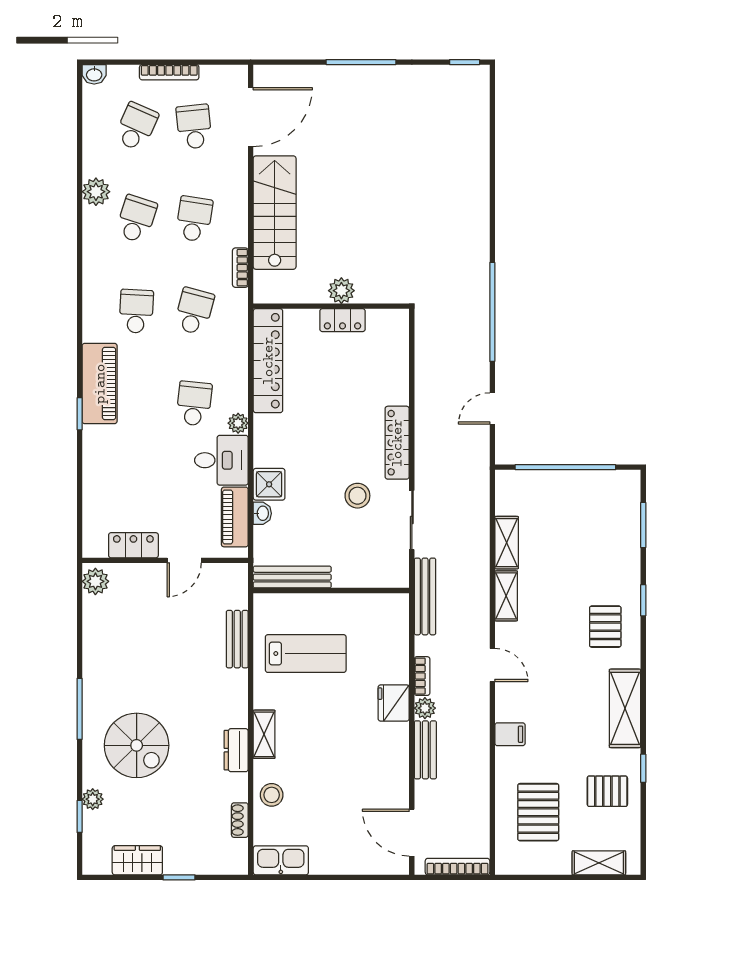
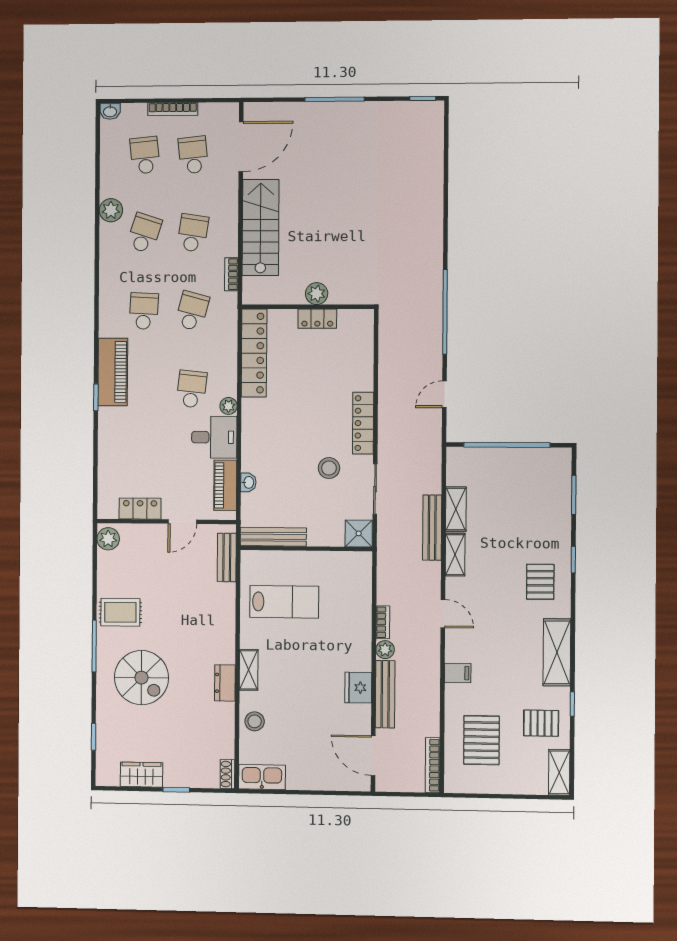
school desk: (136, 127) -> (145, 155), turned -30
shower: (269, 484) -> (359, 533), moved
bench: (425, 596) -> (432, 528), moved
bench: (237, 639) -> (227, 557), moved
rug: (111, 668) -> (120, 612), added
fridge: (394, 703) -> (358, 688), moved
bench: (425, 750) -> (385, 694), width x1.36
plant: (93, 799) -> (105, 722), removed
shoe rack: (240, 820) -> (227, 774), moved
shelving: (599, 863) -> (559, 772), moved, turned 90
bookcase: (457, 867) -> (433, 765), moved, turned -90

